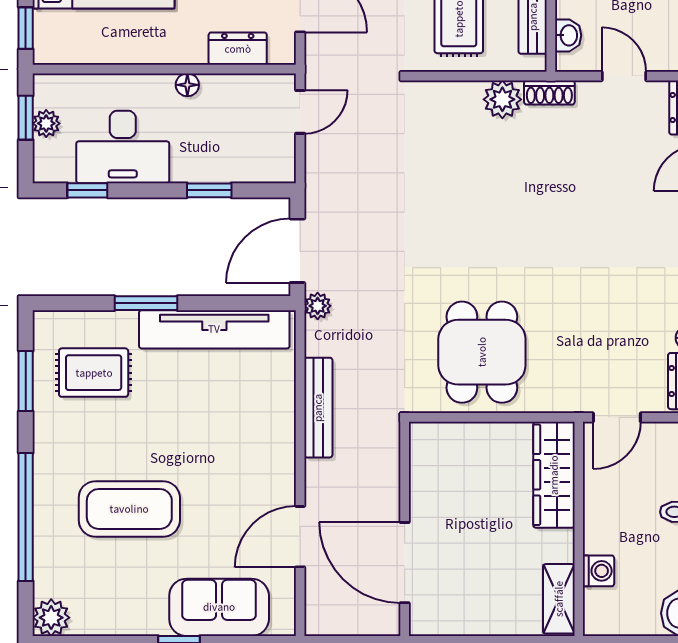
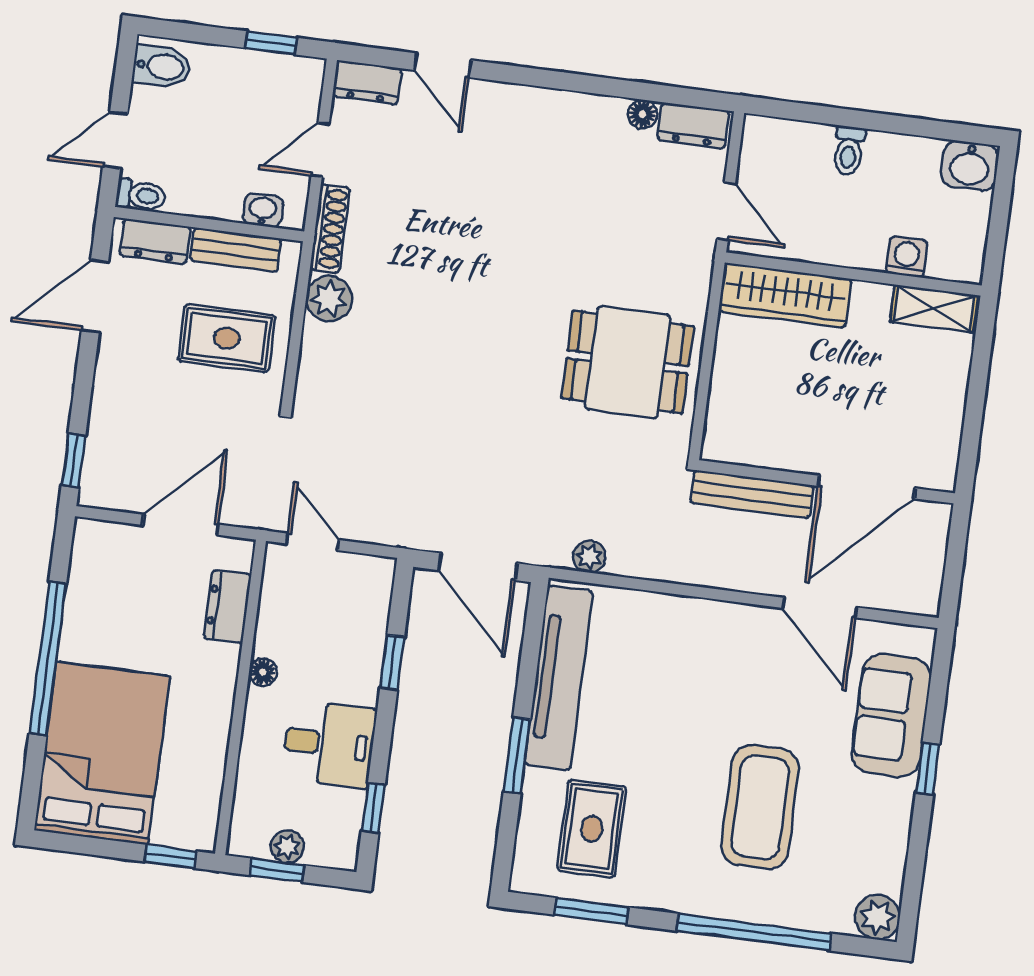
shoe rack: (549, 92) -> (330, 229), width x1.43
desk: (123, 147) -> (329, 744), width x0.73
plant: (318, 306) -> (589, 557), moved
bench: (318, 408) -> (752, 494), moved

